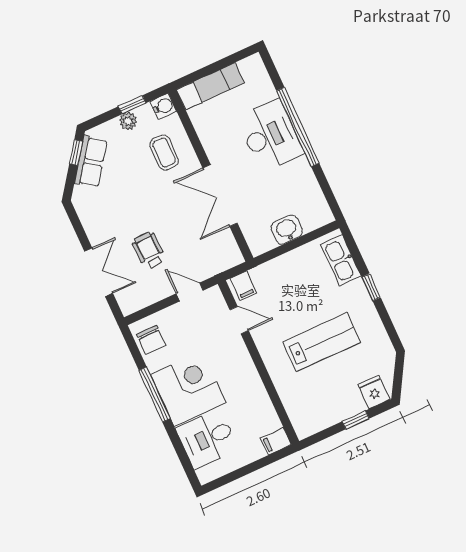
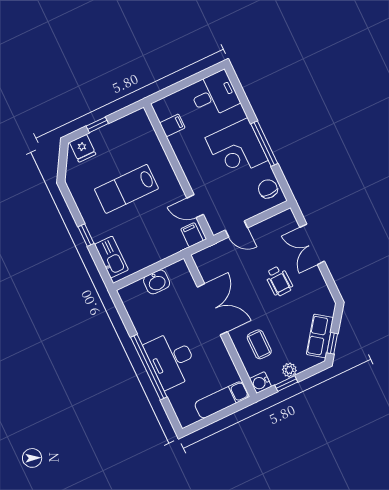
wheelchair: (149, 250) -> (279, 281), moved
desk: (207, 439) -> (214, 95), moved
filing cabinet: (276, 441) -> (172, 125), moved

